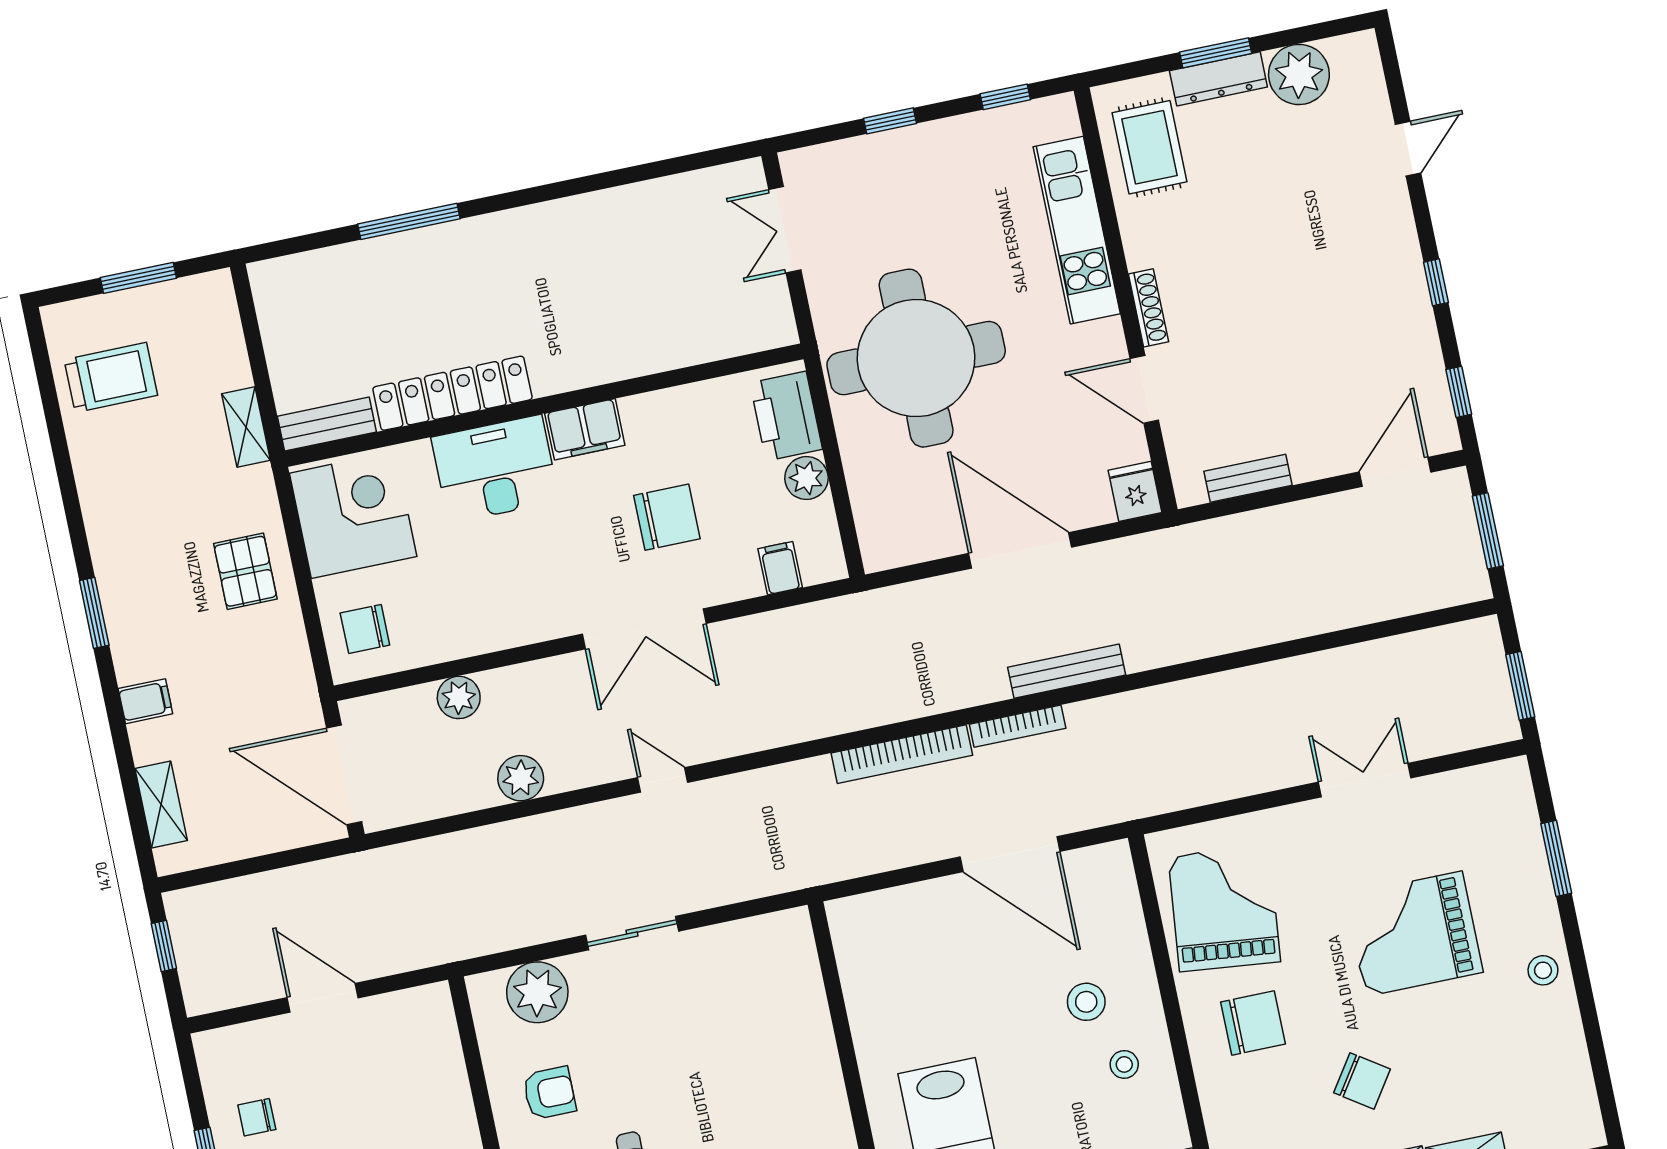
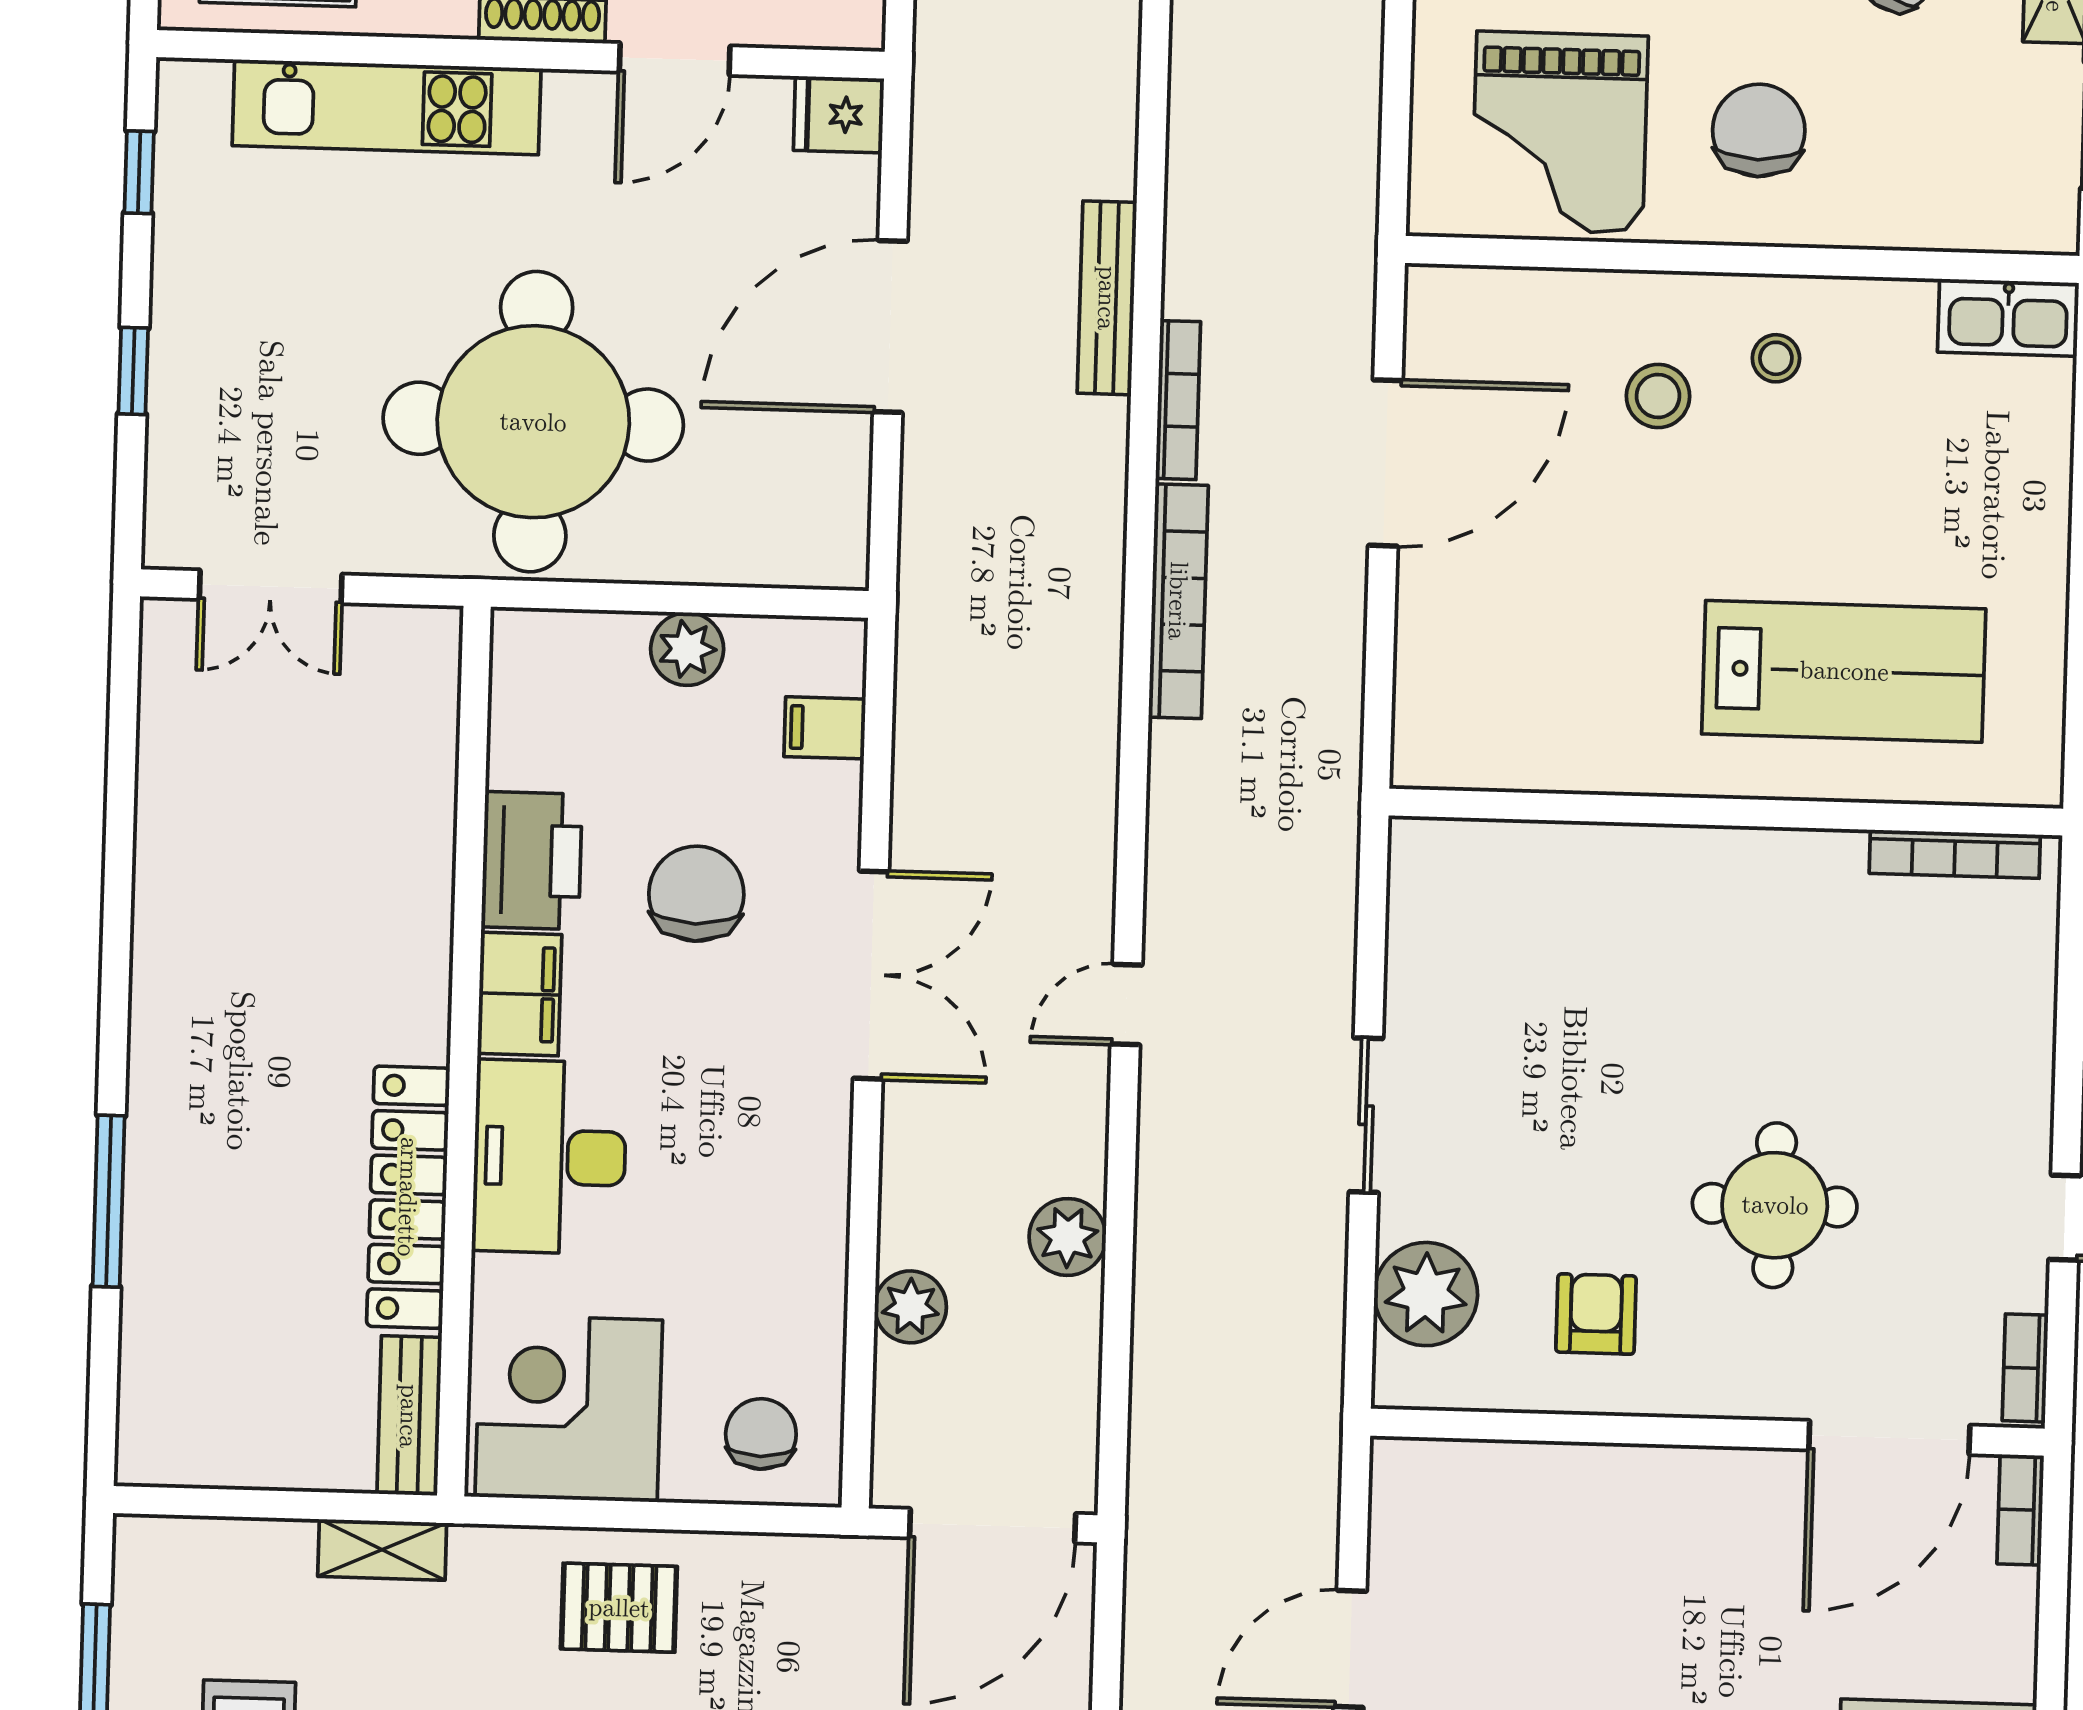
printer: (786, 416) -> (532, 860), moved, turned -90
chair: (365, 629) -> (761, 1434), turned 180
grand piano: (1224, 909) -> (1560, 132), turned -96

